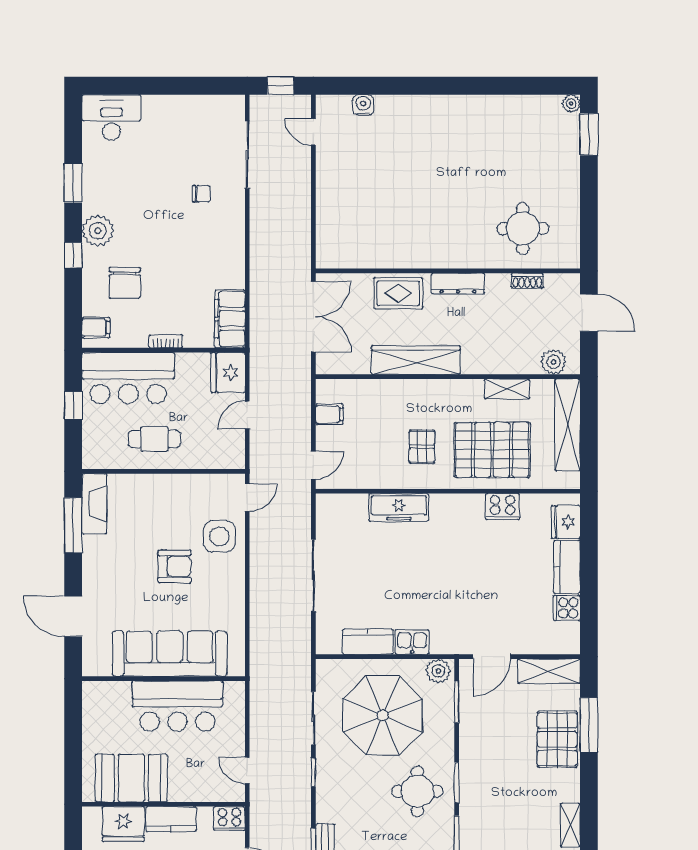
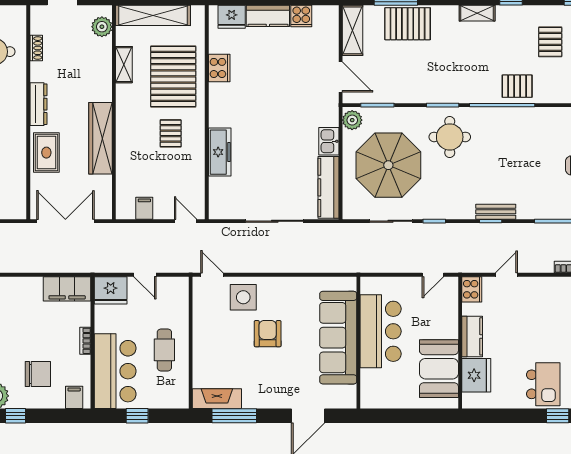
pallet: (422, 447) -> (171, 133), turned 90
kitchen counter: (368, 642) -> (328, 187), width x1.50

